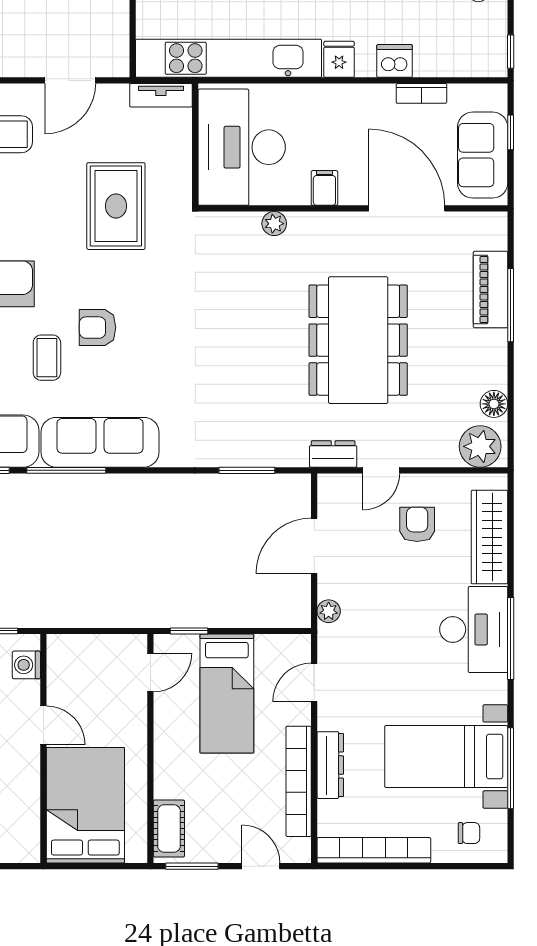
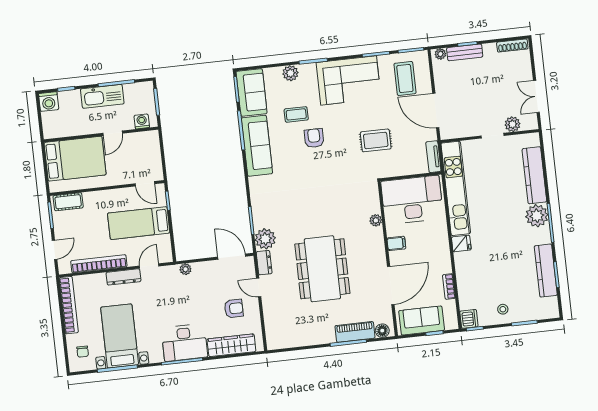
dishwasher: (395, 61) -> (469, 319), moved
door: (70, 80) -> (436, 111), width x1.36
rug: (116, 206) -> (376, 140), width x0.73, depth x0.70
dining table: (358, 340) -> (322, 269), turned 90
floor lamp: (494, 404) -> (382, 331), moved
plant: (480, 446) -> (265, 239), moved
door: (314, 546) -> (232, 257), moved
door: (314, 682) -> (149, 266), hinge flipped
dresser: (330, 765) -> (124, 277), moved

